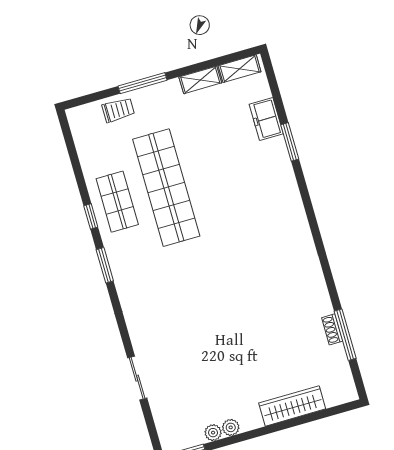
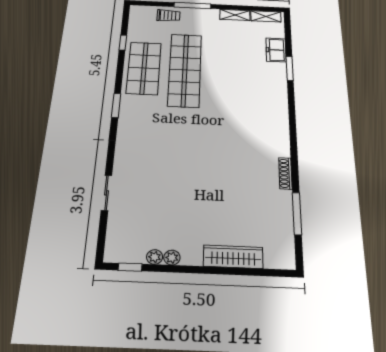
shop shelf: (117, 202) -> (144, 68), width x1.43, depth x1.36
window: (91, 216) -> (123, 43), moved
shoe rack: (332, 329) -> (285, 173), moved, width x1.43

